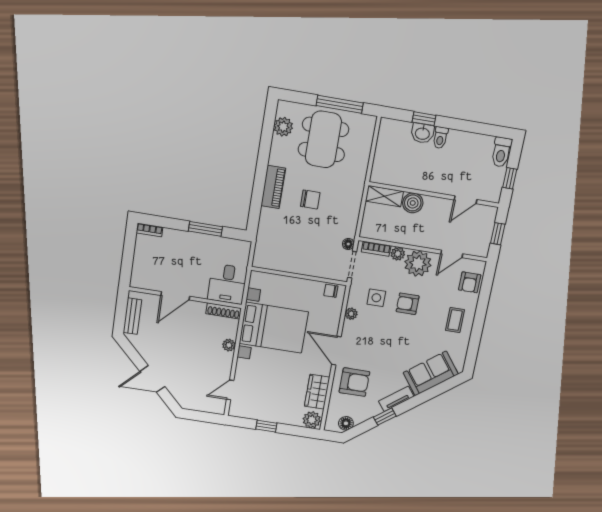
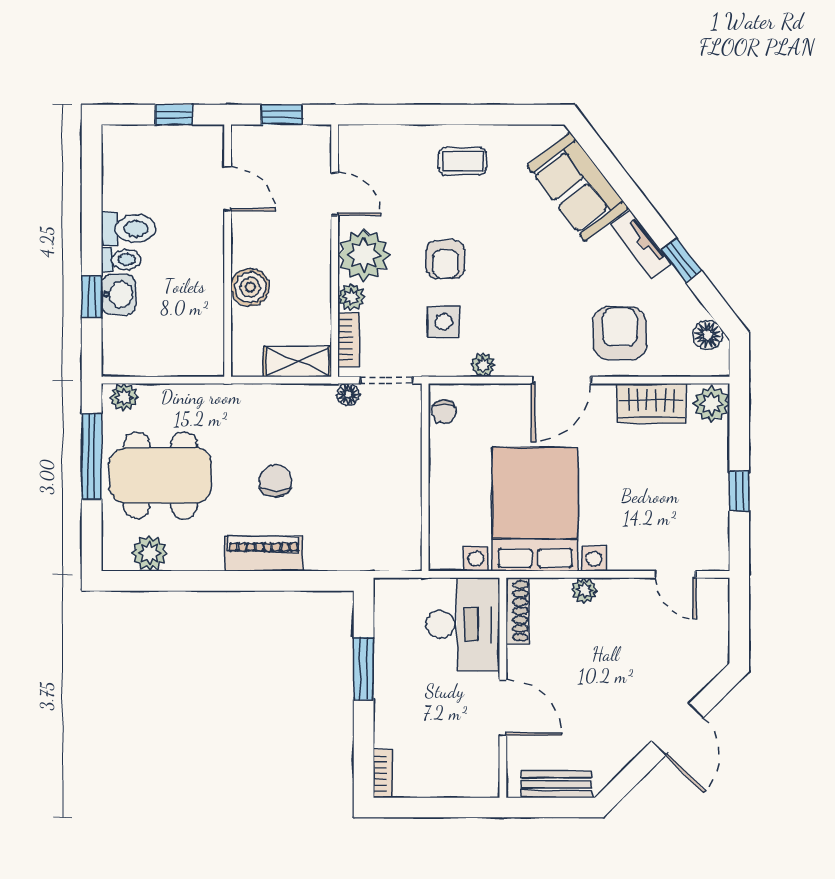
plant: (368, 127) -> (124, 397), added
toilet: (501, 152) -> (129, 228), moved
shelving: (384, 196) -> (297, 362), moved, turned 90
armchair: (470, 282) -> (384, 148), removed
desk: (227, 284) -> (463, 624), width x1.37

